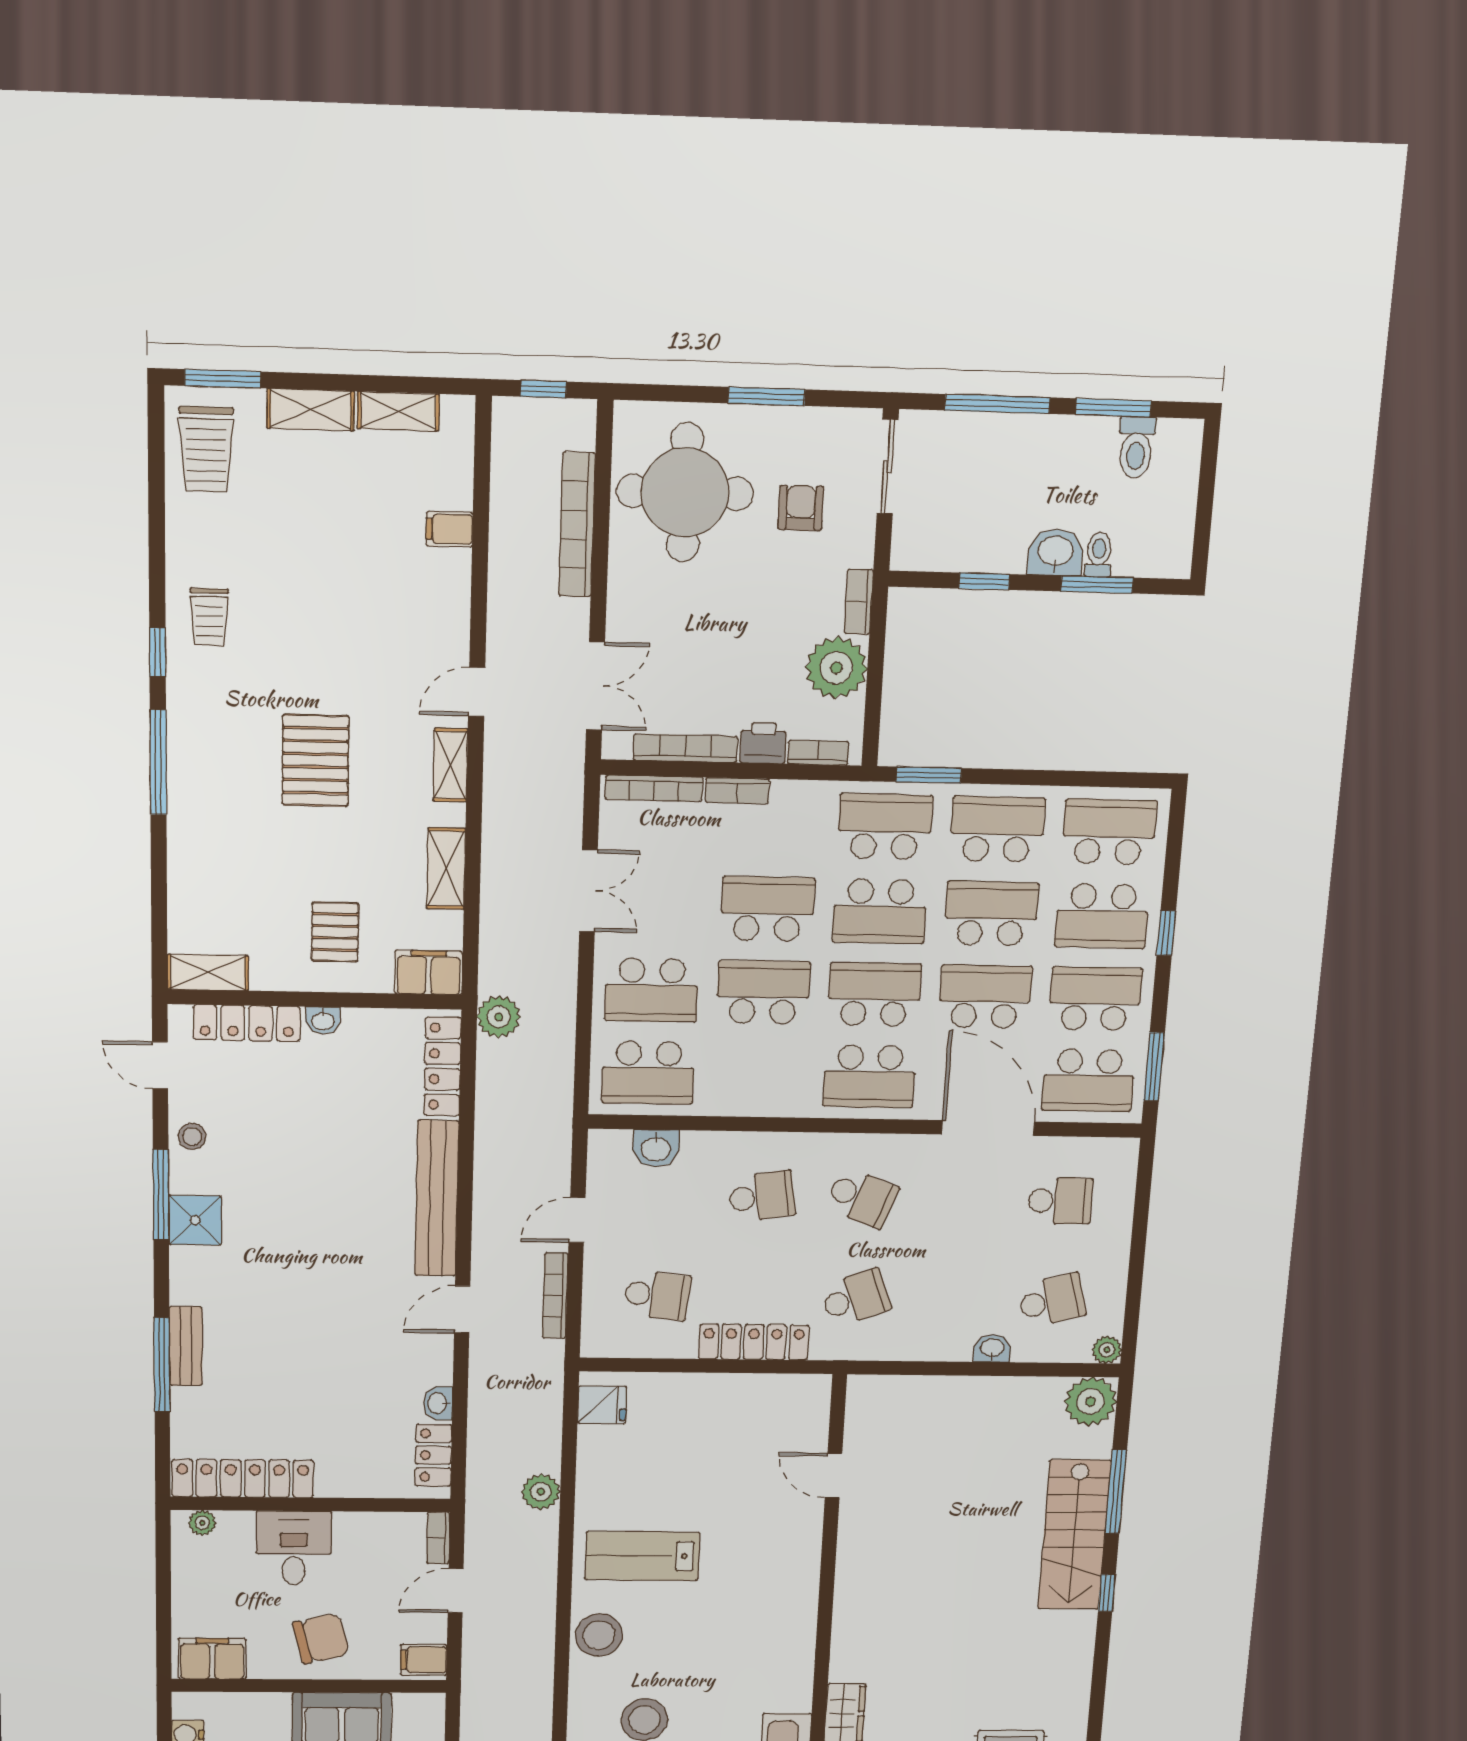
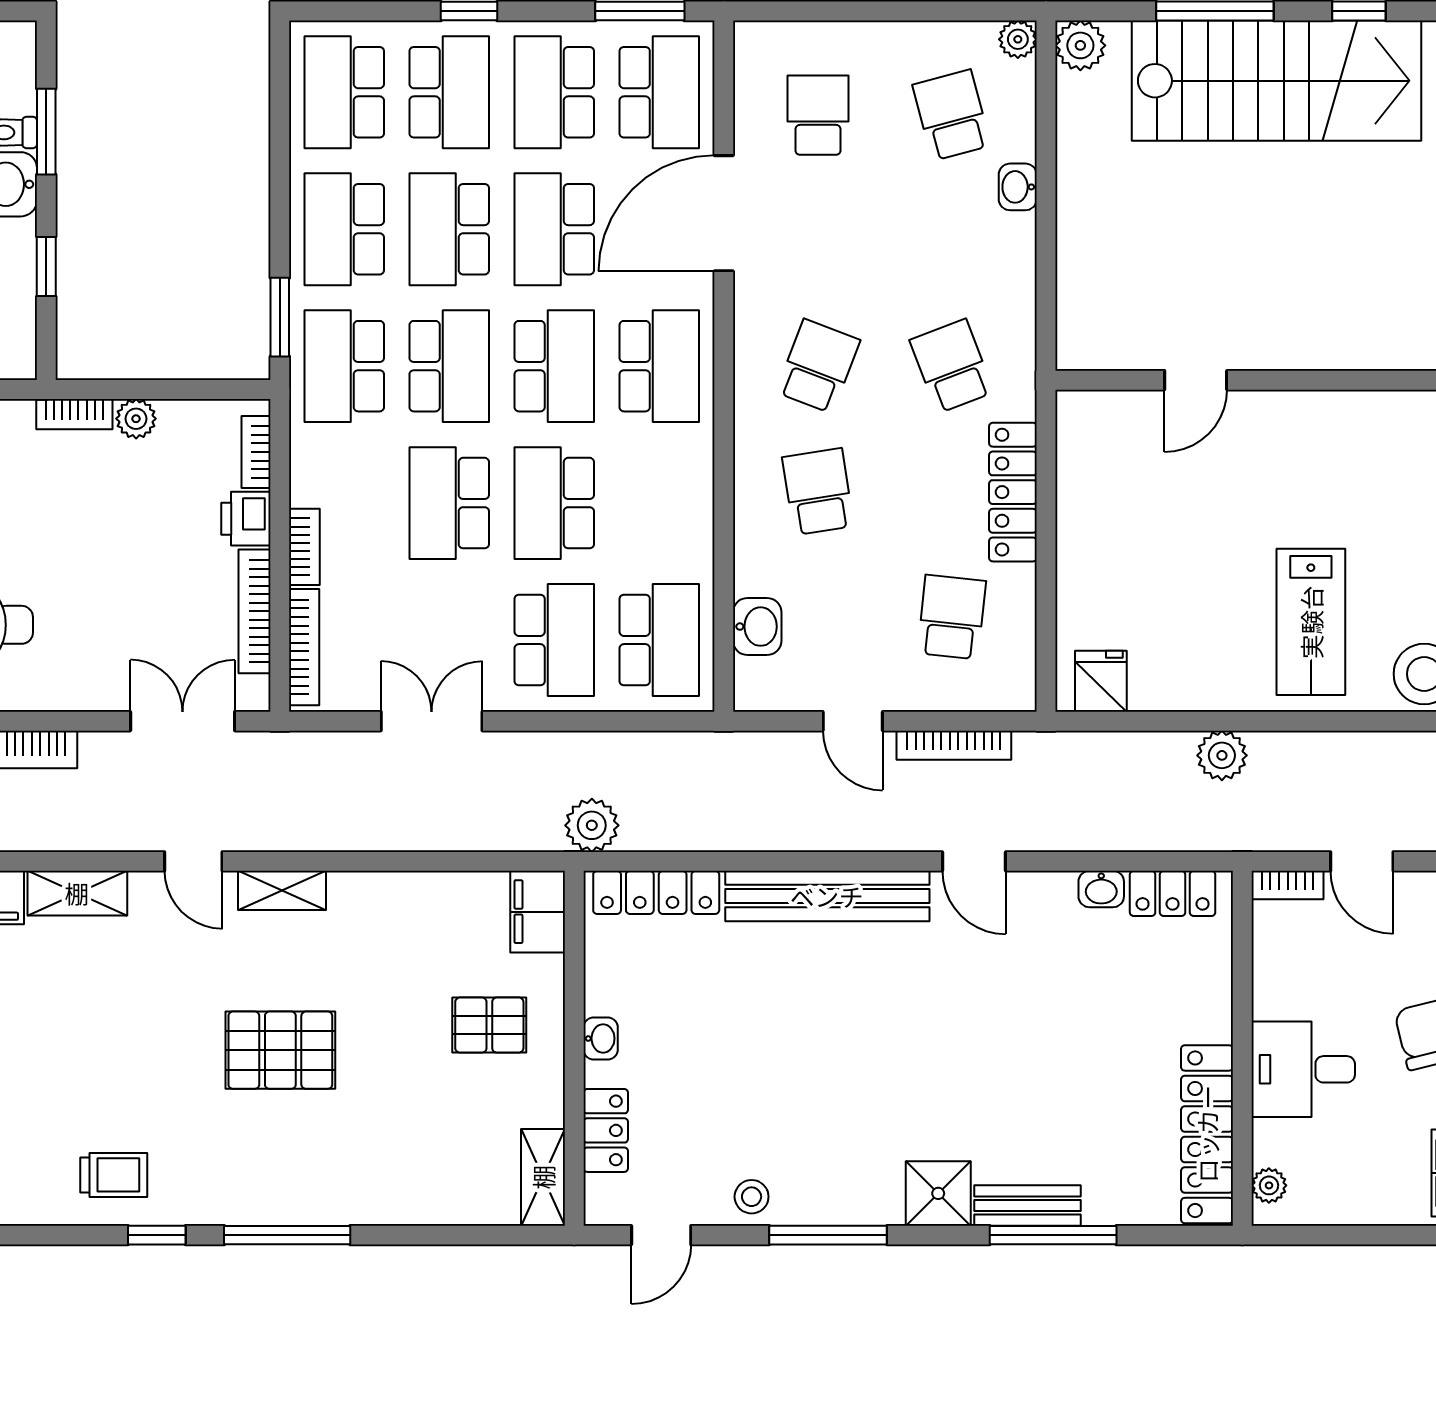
plant: (836, 668) -> (136, 419), width x0.53, depth x0.53
shelving: (446, 869) -> (77, 893), moved
school desk: (874, 994) -> (554, 366), turned 180
locker: (247, 1023) -> (606, 1130), width x0.66
shower: (195, 1220) -> (938, 1193), moved
plant: (1091, 1402) -> (1080, 45), width x0.73, depth x0.73
stairs: (1074, 1535) -> (1276, 81), width x1.36, depth x1.51

